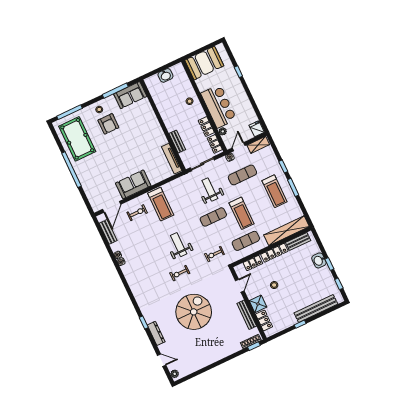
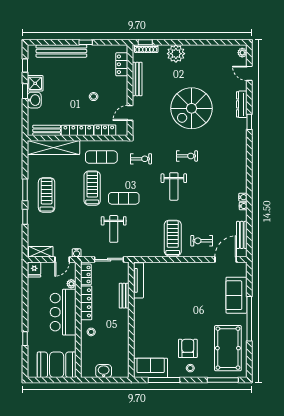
locker: (206, 126) -> (86, 303), width x1.53
exercise mat: (242, 175) -> (72, 228), removed
sofa: (133, 184) -> (237, 295), moved, turned 90
shower: (258, 304) -> (35, 83), moved
plant: (226, 349) -> (176, 54), added

